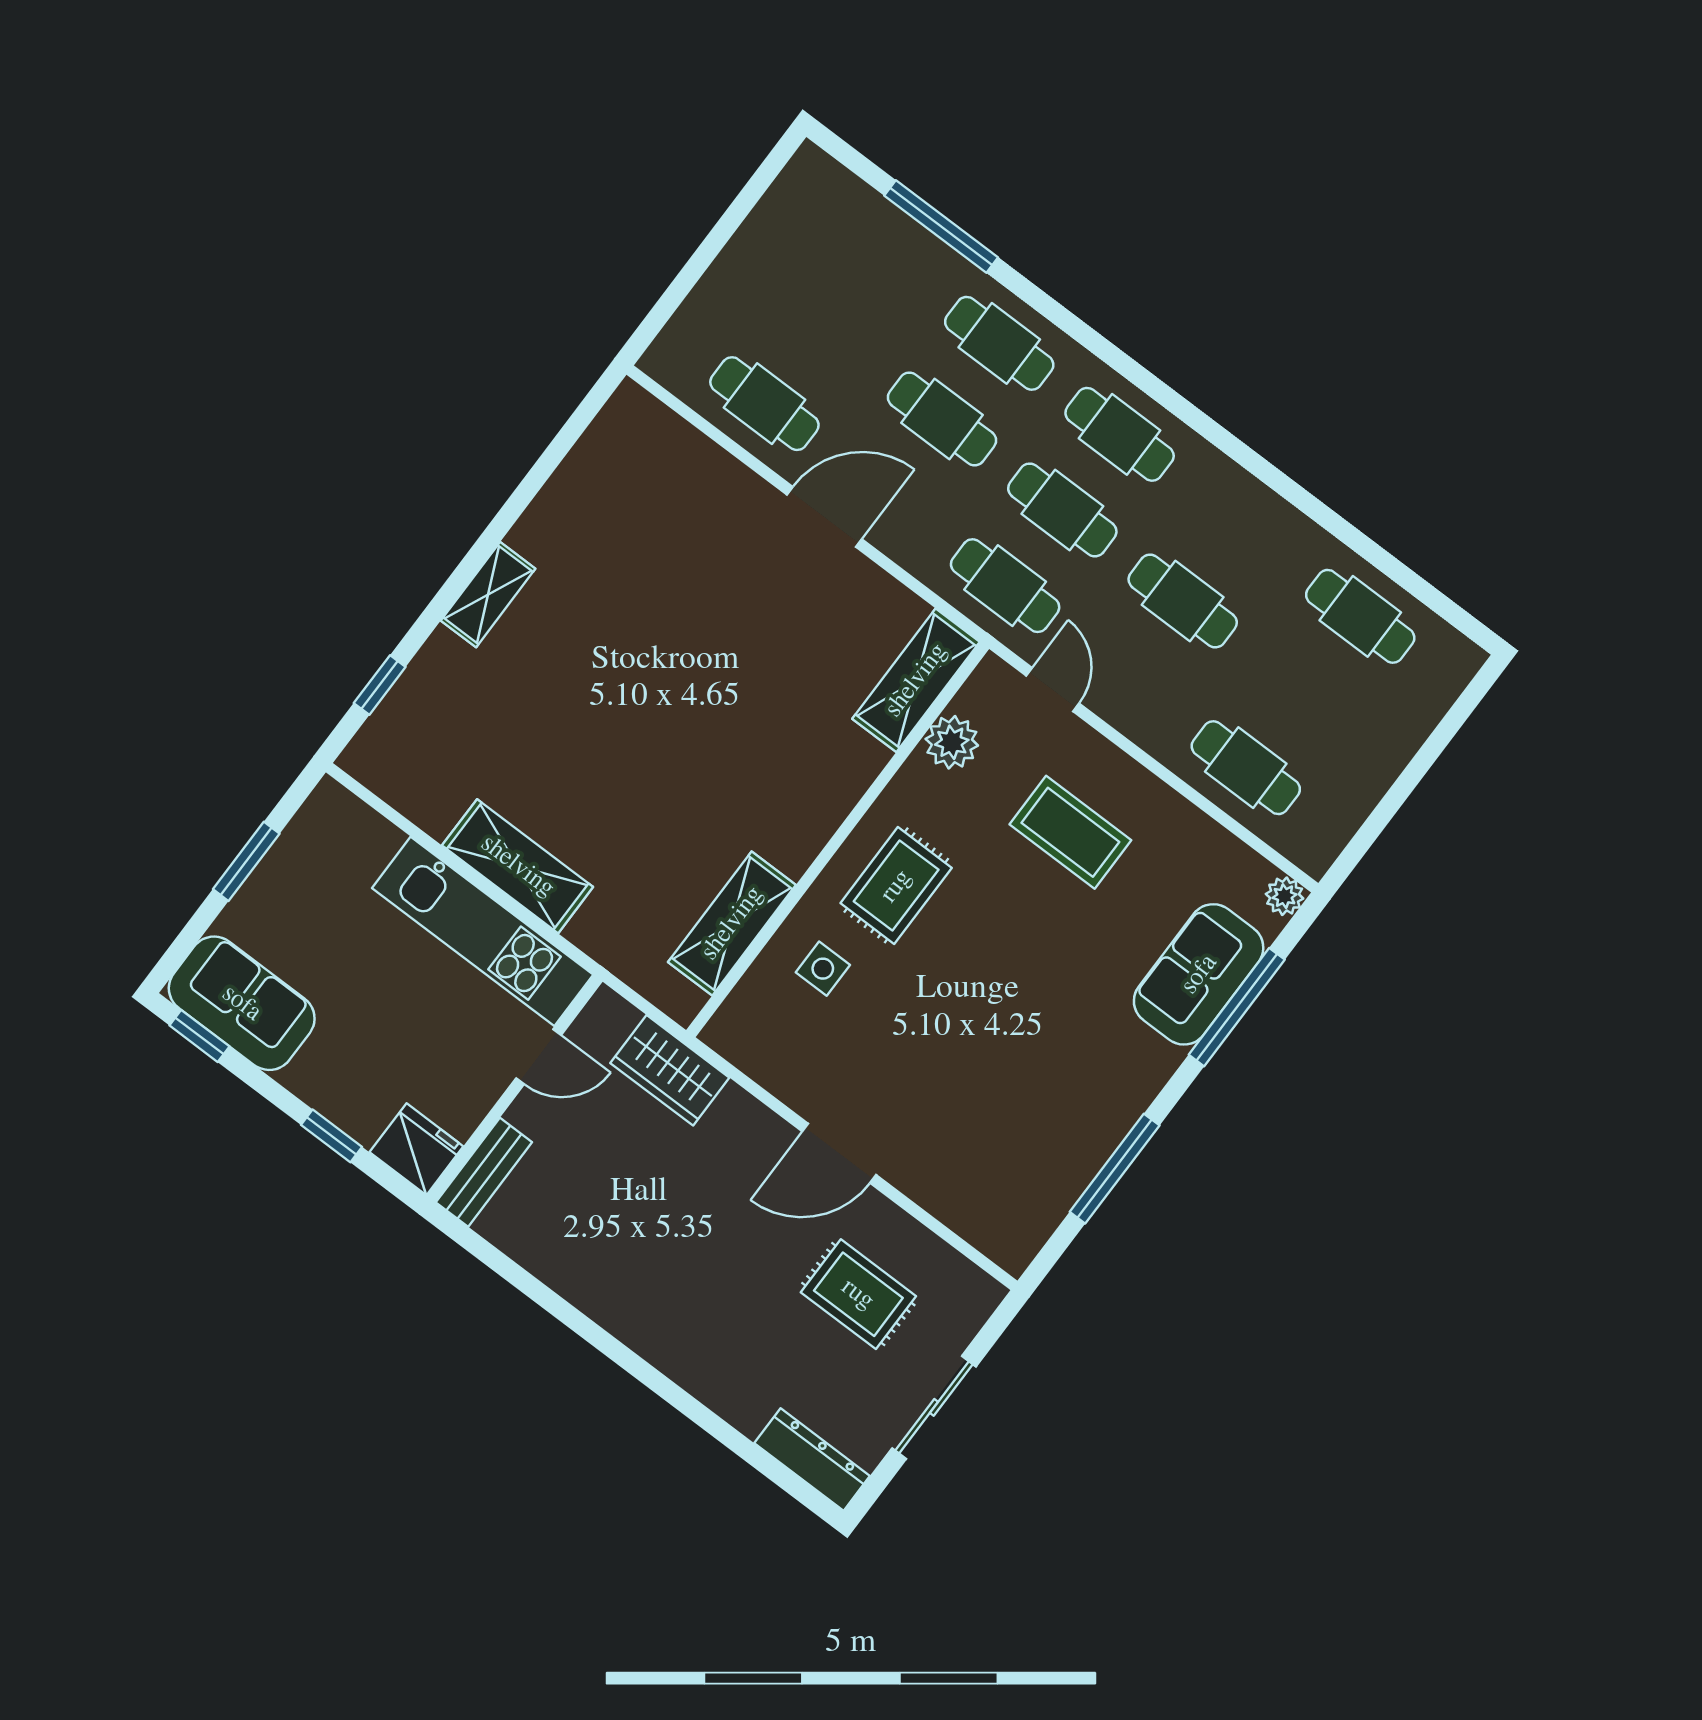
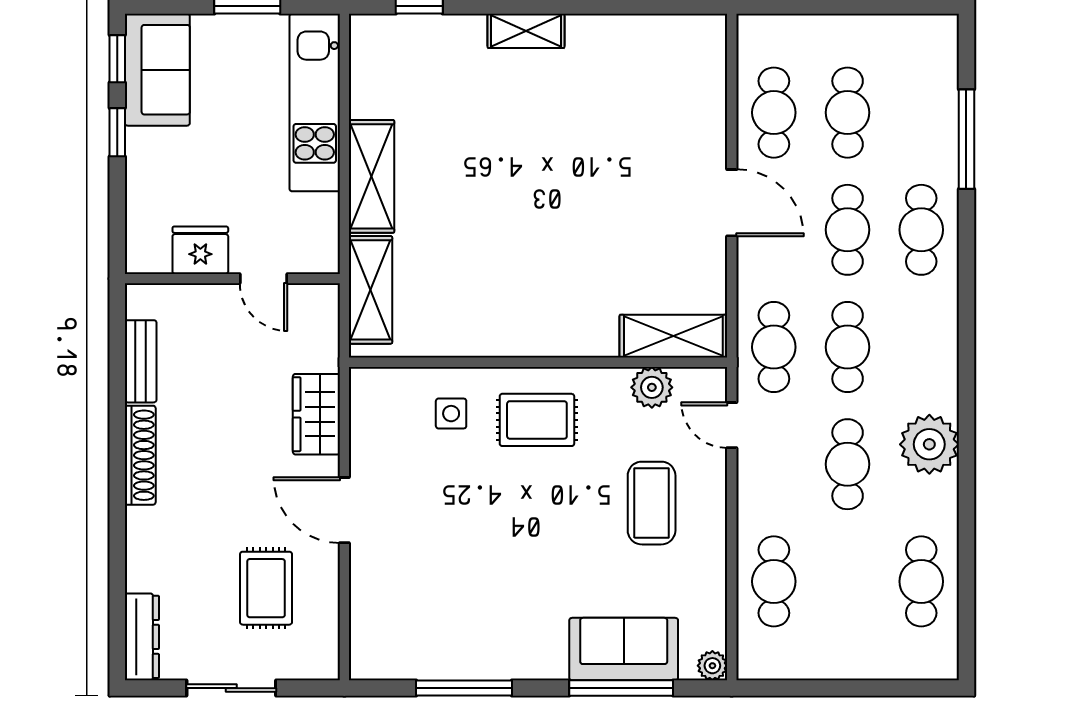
cafe table: (1120, 434) -> (848, 113), moved
plant: (1226, 502) -> (929, 444), added
door: (1053, 690) -> (732, 425), swing flipped
shelving: (732, 923) -> (370, 290), moved, turned 90
kitchen unit: (483, 931) -> (315, 102), moved
wardrobe: (670, 1070) -> (316, 414), moved
window: (332, 1136) -> (117, 132), moved
fridge: (416, 1149) -> (200, 250), moved, turned -90
bench: (484, 1172) -> (141, 361), moved, turned 90
shoe rack: (624, 1320) -> (140, 455), added

